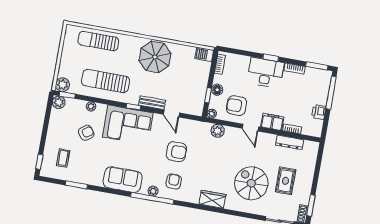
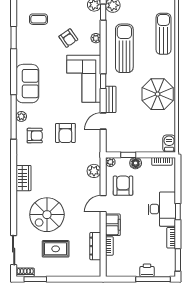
printer: (319, 112) -> (147, 270), moved
spiral stairs: (251, 183) -> (47, 215), turned 180

